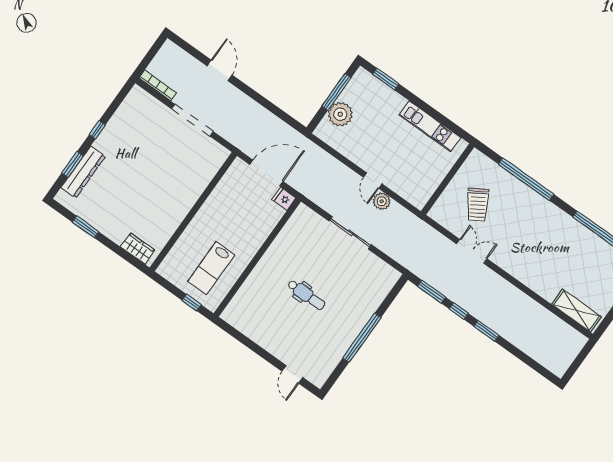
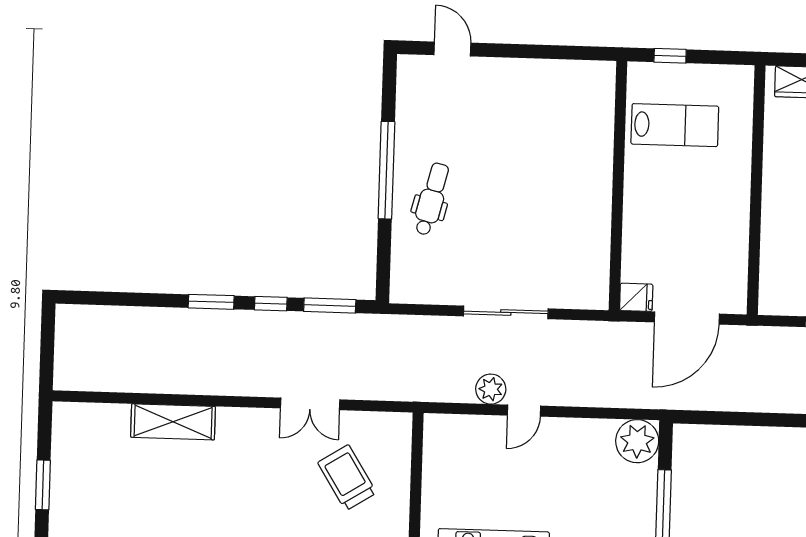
plant: (340, 114) -> (637, 441), moved
door: (373, 181) -> (524, 411), swing flipped
lab bench: (211, 268) -> (675, 125), turned 90
dental chair: (306, 295) -> (432, 199), moved, turned 104
shelving: (577, 311) -> (173, 422), moved

